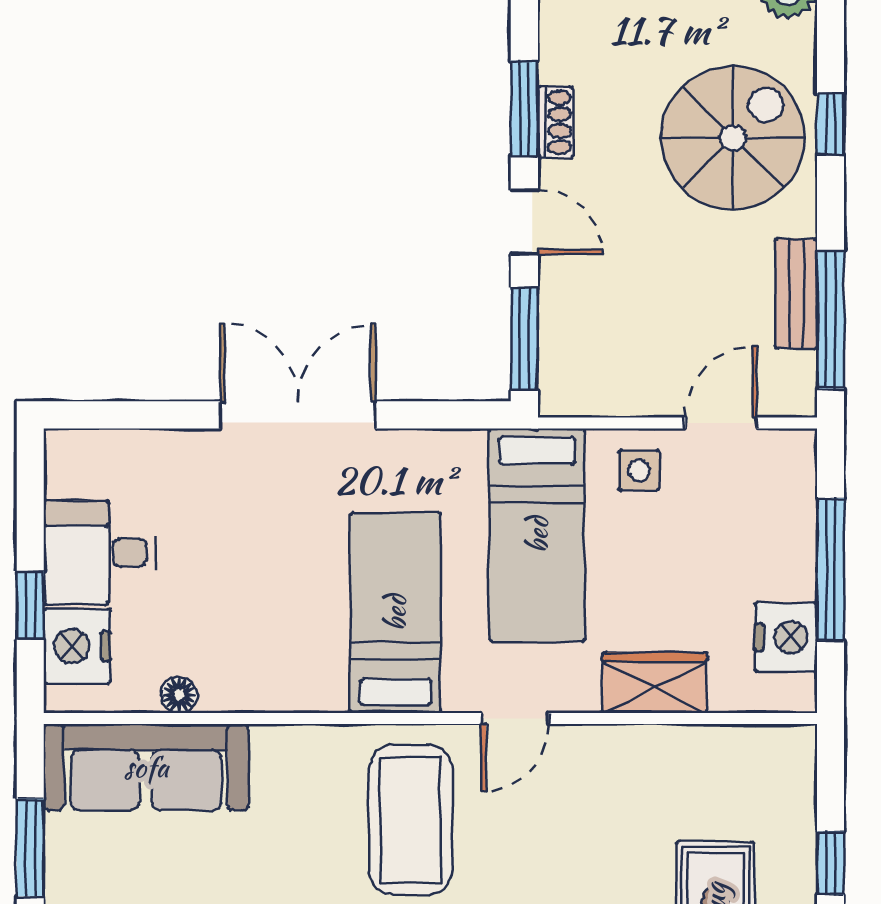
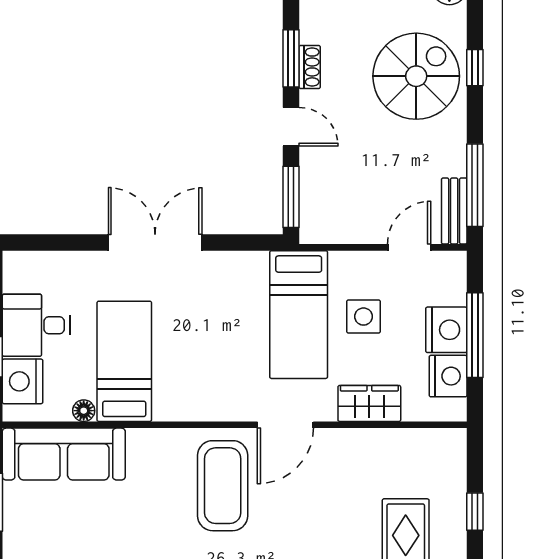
bench: (796, 294) -> (454, 211), moved
side table: (639, 470) -> (364, 317), moved, width x1.37, depth x1.37
nightstand: (783, 560) -> (446, 330), added
bed: (395, 613) -> (124, 361), moved
door: (515, 718) -> (285, 425), width x1.38

